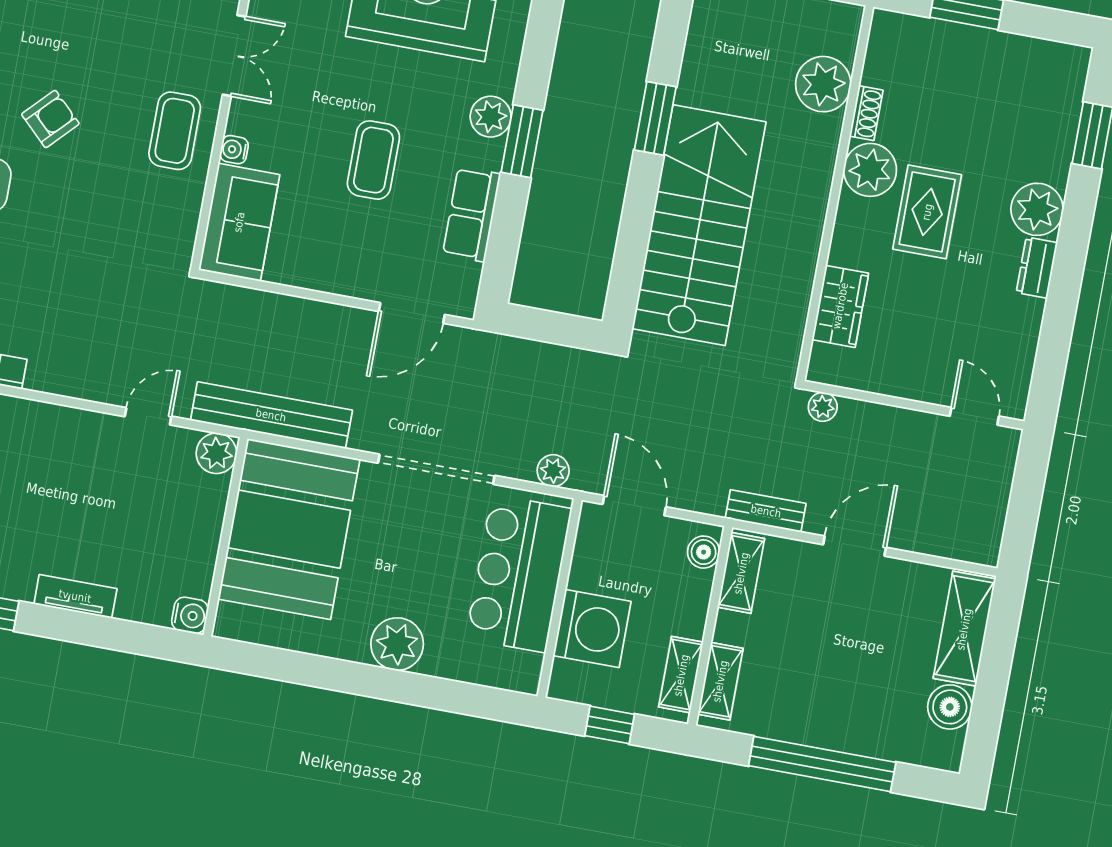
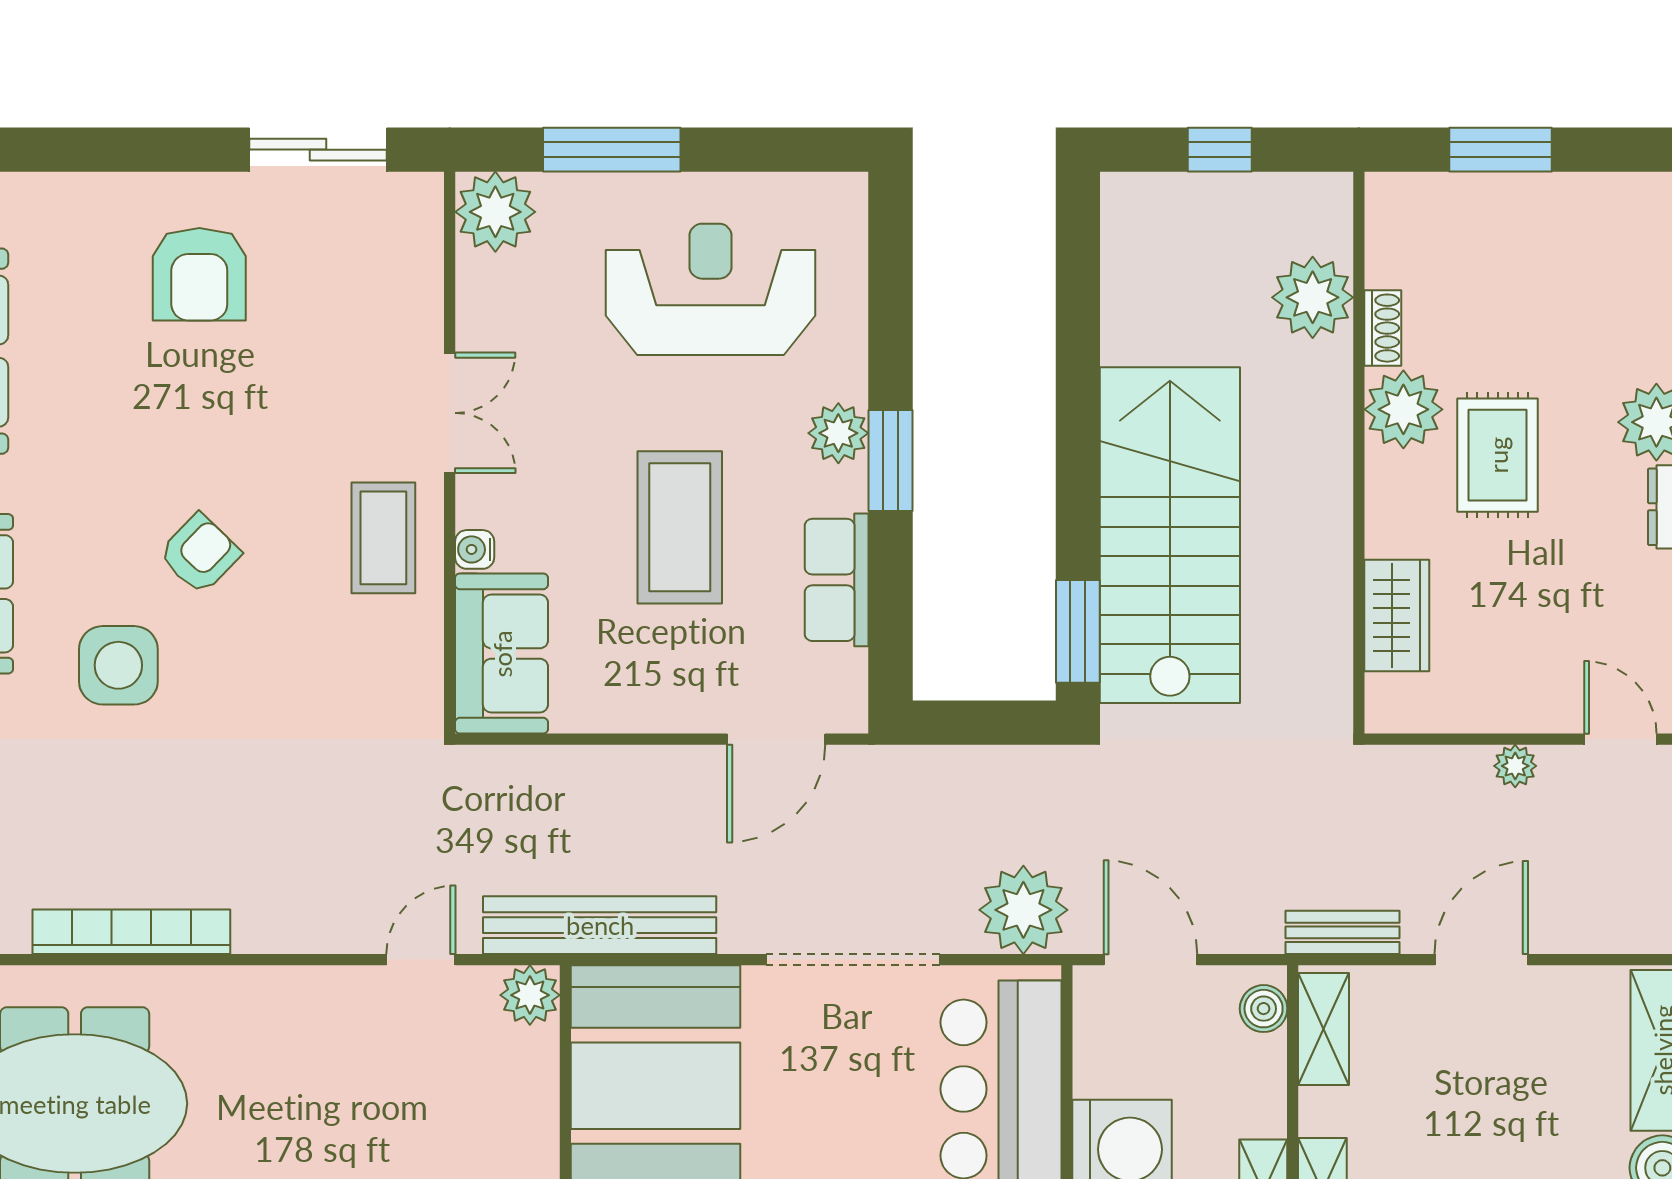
window: (655, 118) -> (1078, 631), moved
coffee table: (373, 160) -> (680, 527), width x1.36, depth x1.32
plant: (823, 407) -> (1515, 766), moved
plant: (553, 471) -> (1023, 910), width x1.88, depth x1.88

